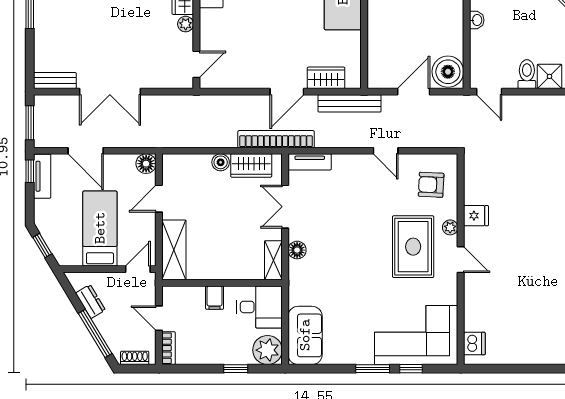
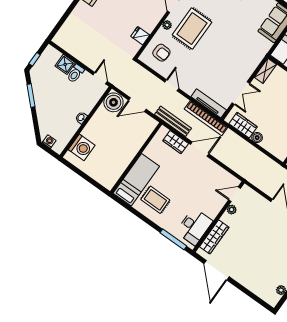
plant: (186, 24) -> (232, 210), moved
bookcase: (276, 139) -> (206, 118), moved
tv unit: (310, 162) -> (209, 103), width x1.41
fridge: (476, 216) -> (140, 36), moved
floor lamp: (297, 250) -> (250, 68), removed

